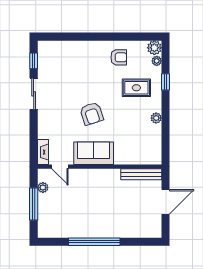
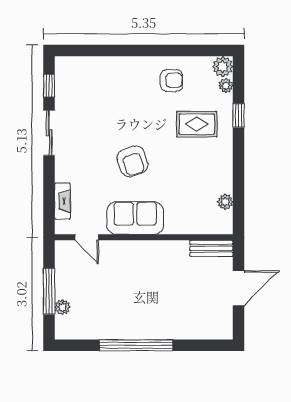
plant: (156, 118) -> (225, 202), moved
fireplace: (43, 152) -> (62, 201), moved
bench: (141, 174) -> (211, 248), width x0.73
plant: (43, 188) -> (62, 307), moved

